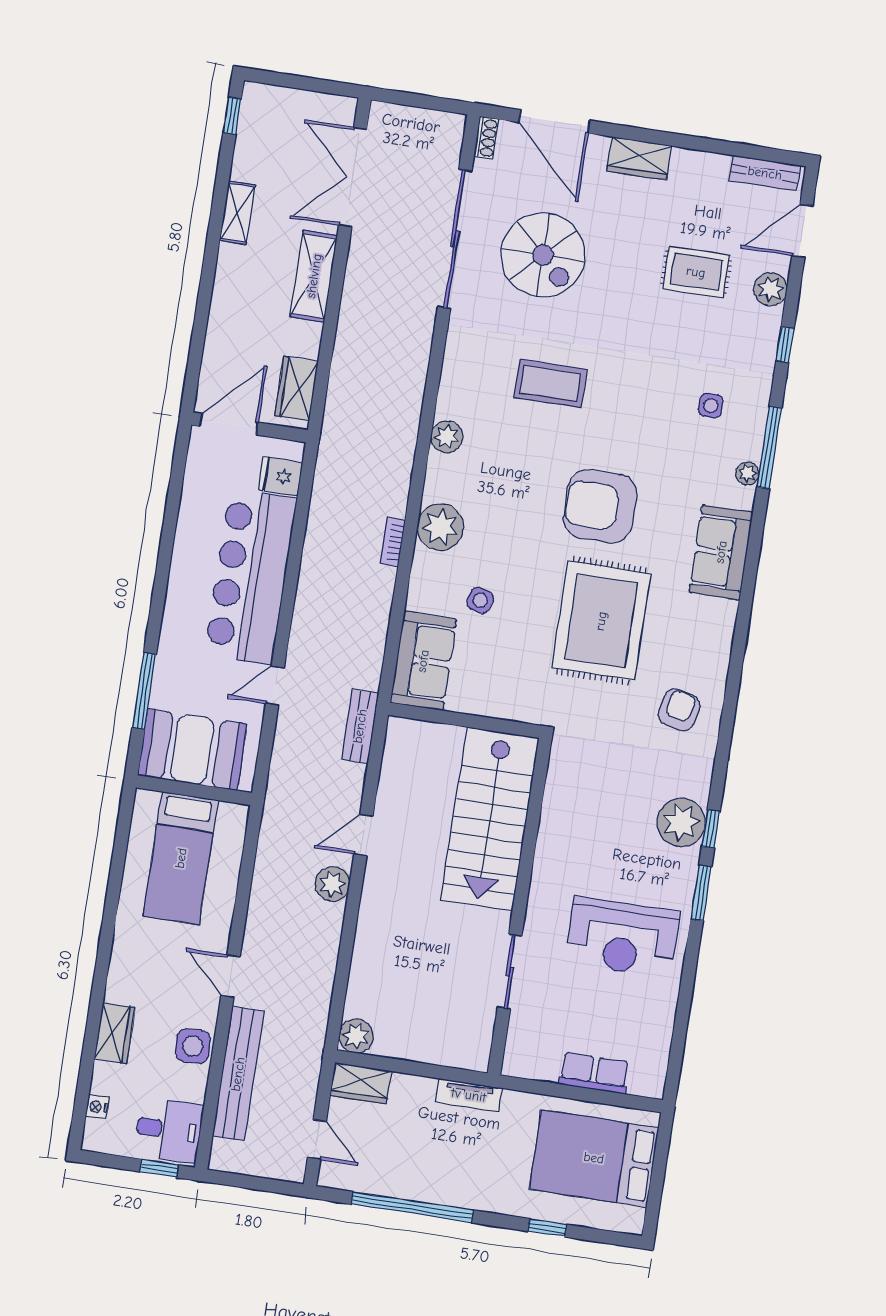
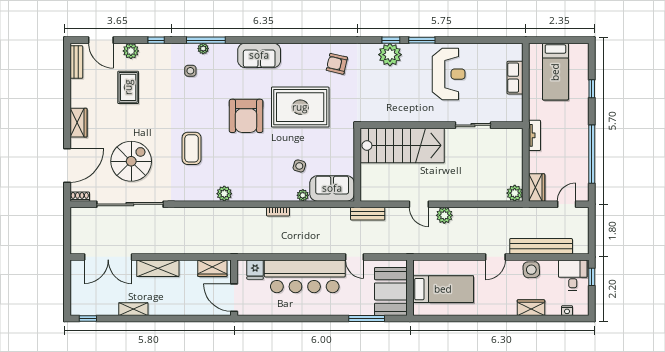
plant: (747, 473) -> (203, 49), moved
plant: (440, 527) -> (303, 195), moved, width x0.53, depth x0.53
bed: (594, 1158) -> (555, 72), width x0.67

